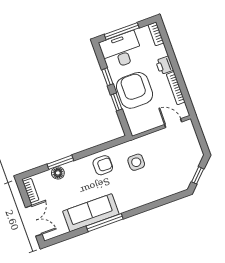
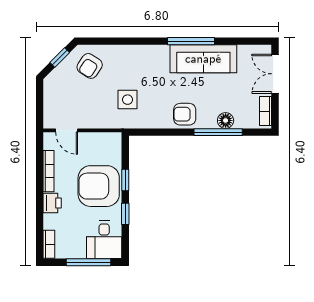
desk: (121, 50) -> (104, 240), width x0.73
armchair: (134, 90) -> (99, 186), turned 90
window: (60, 162) -> (218, 132), width x1.44
armchair: (103, 165) -> (185, 114), moved
armchair: (173, 177) -> (90, 66), added

